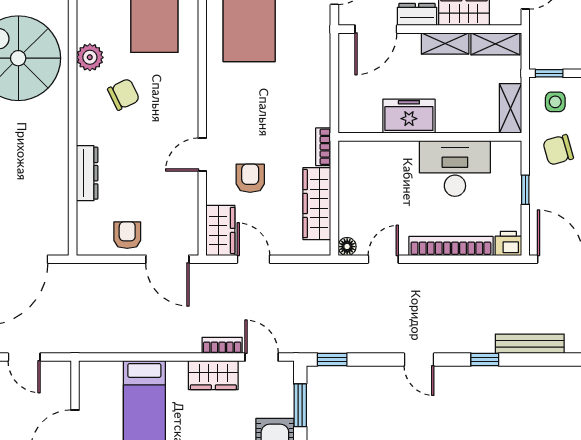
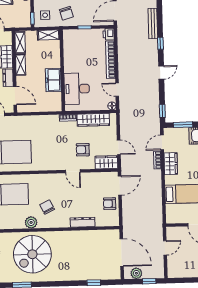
desk: (455, 168) -> (77, 89), moved
door: (253, 259) -> (119, 147), swing flipped

